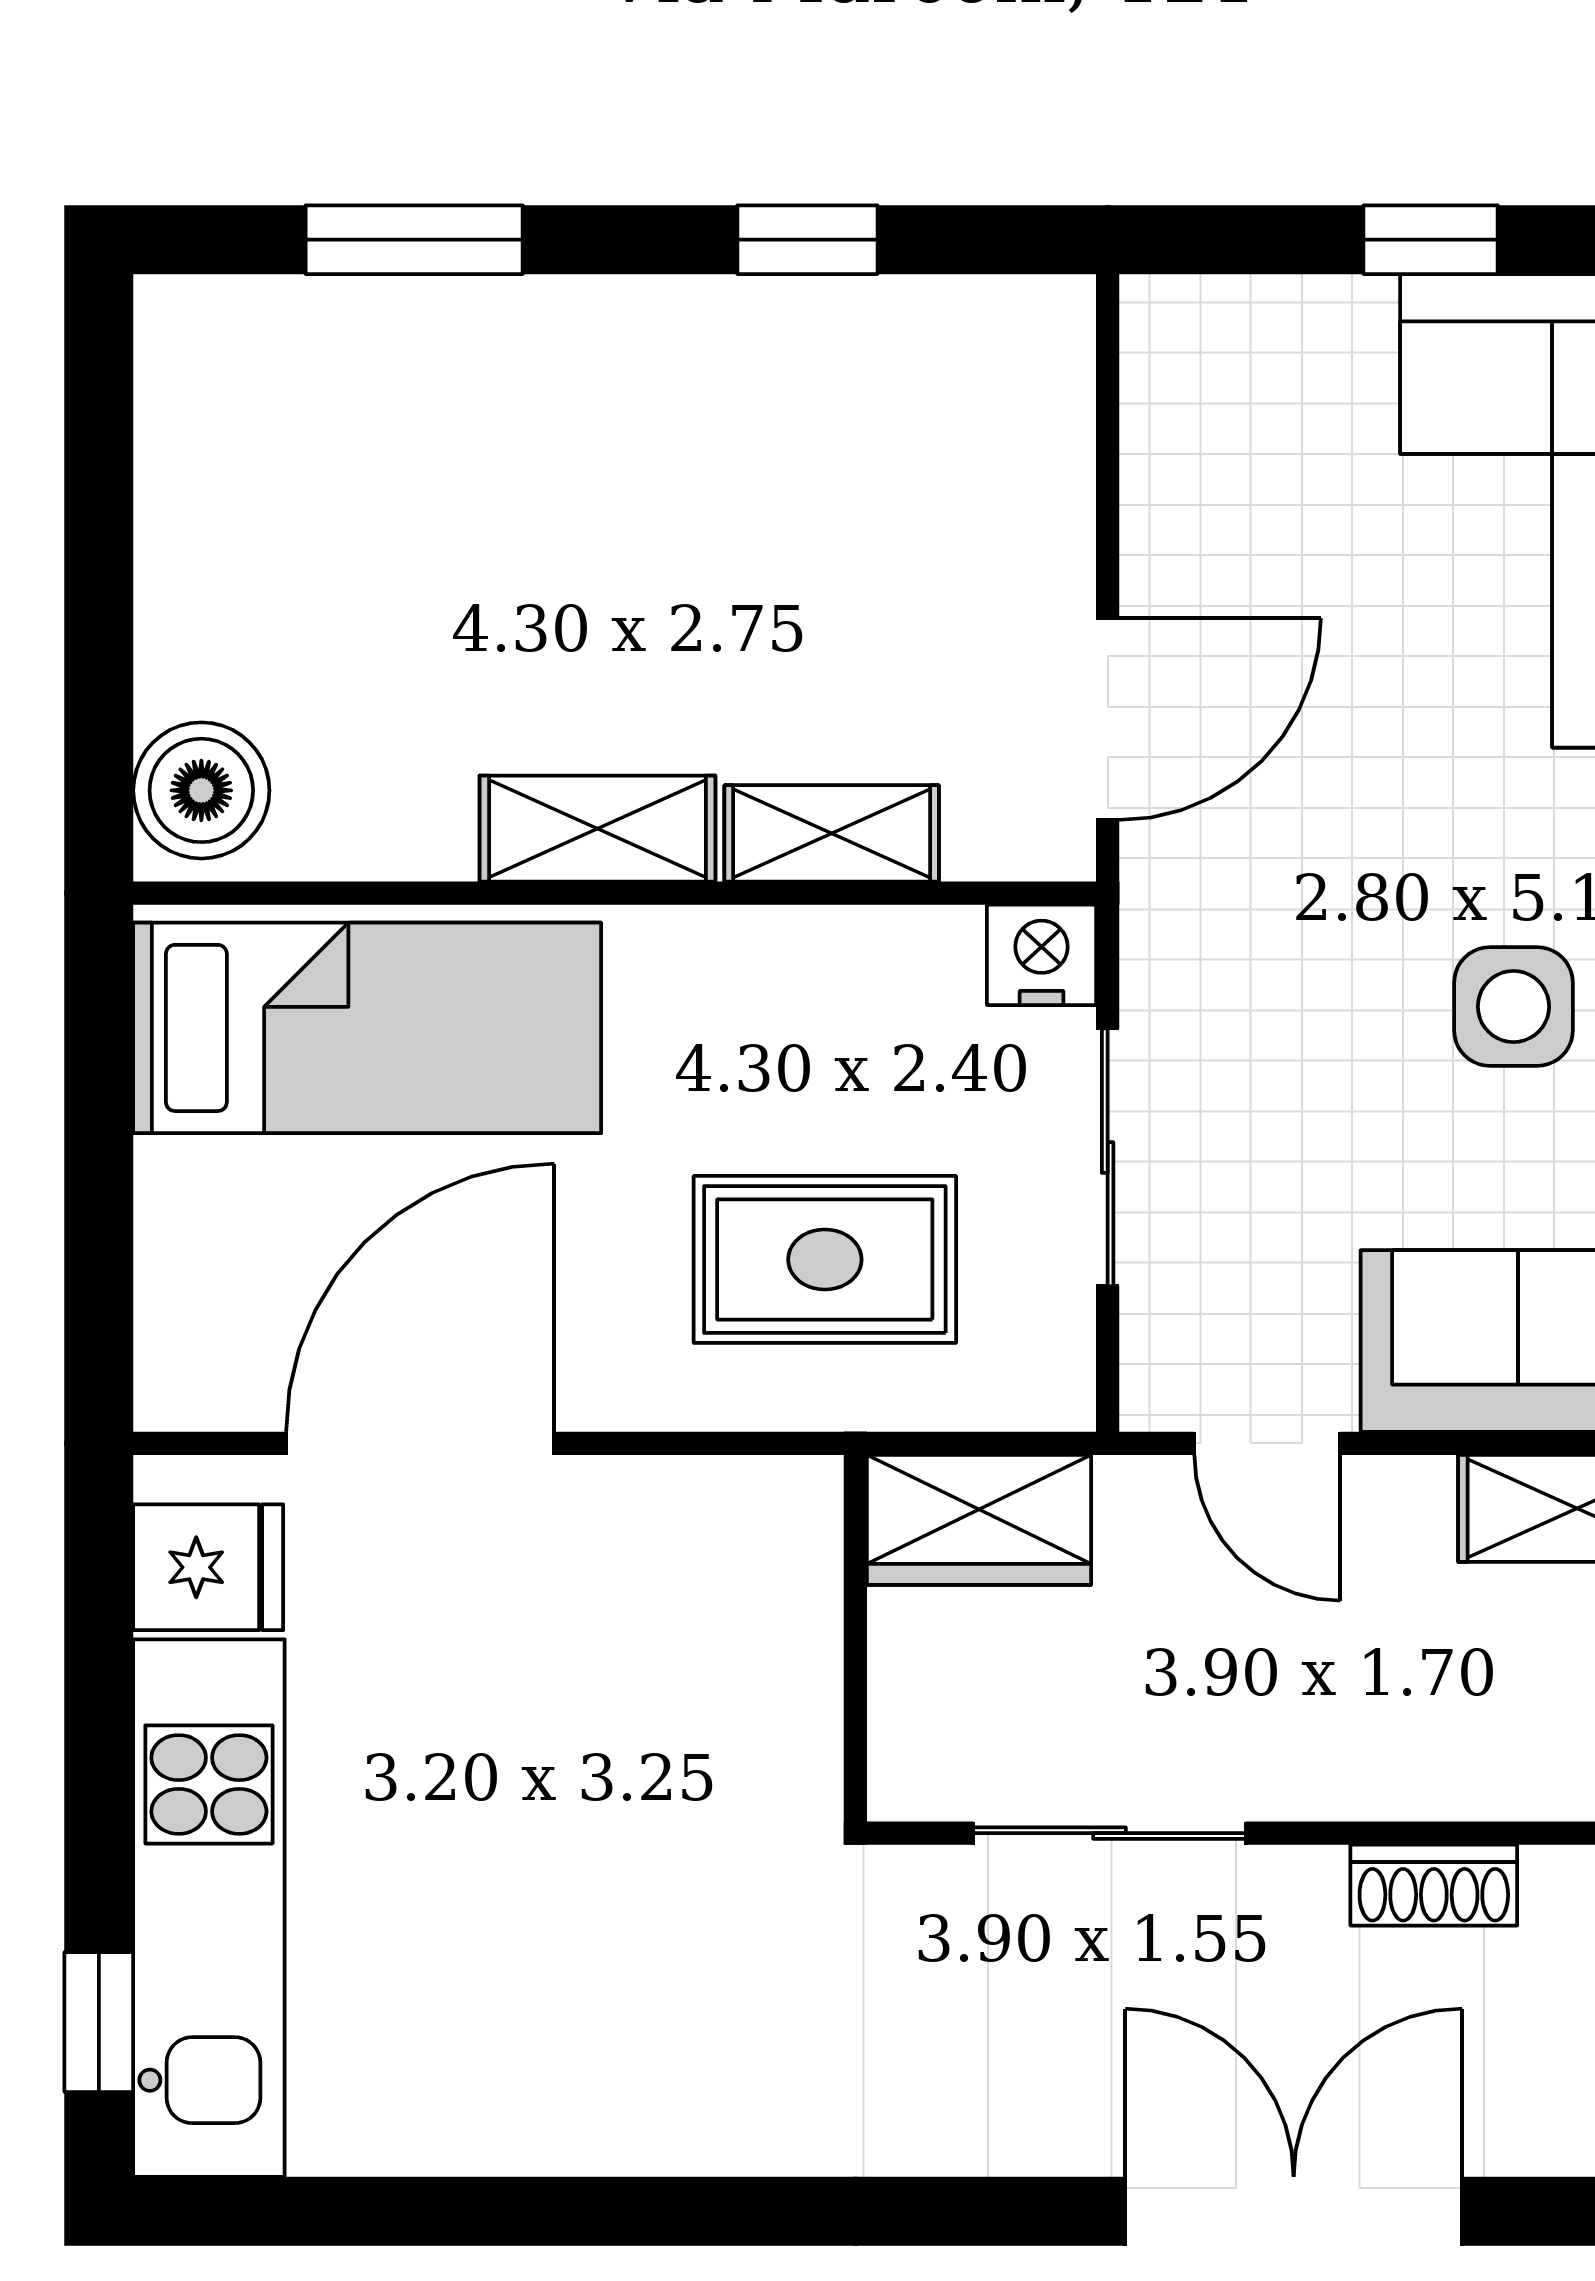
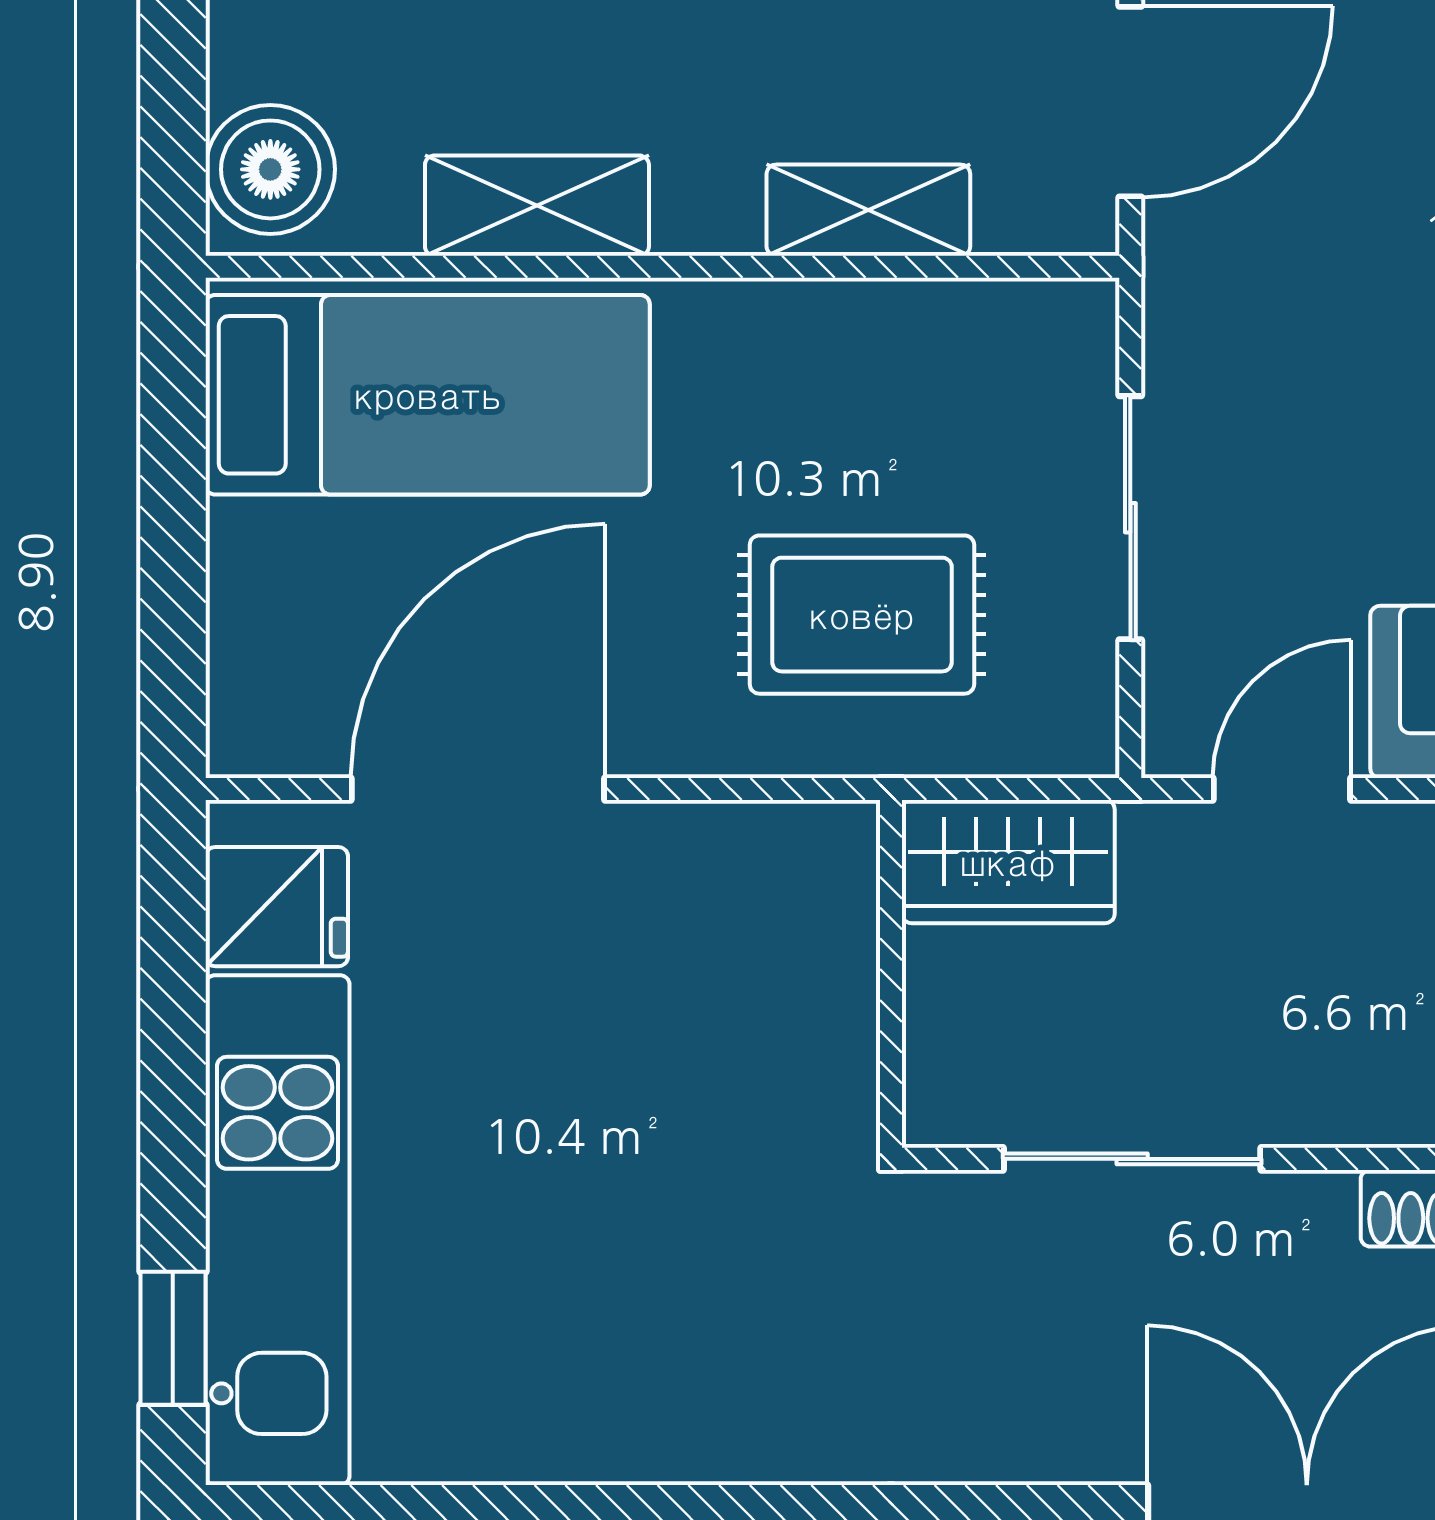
shelving: (597, 829) -> (537, 206), moved
nightstand: (1042, 955) -> (1068, 325), removed
door: (1267, 1443) -> (1282, 789), swing flipped

